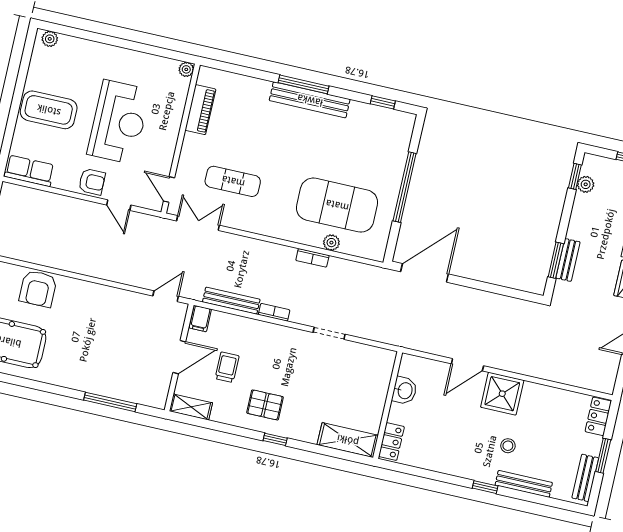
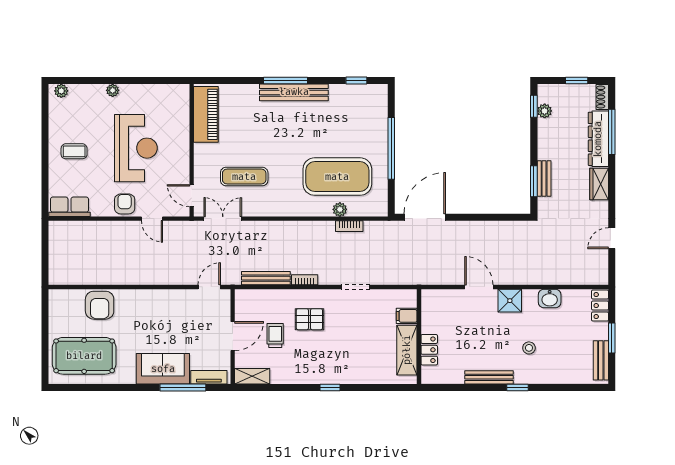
plant: (186, 69) -> (113, 90), moved
coffee table: (49, 110) -> (74, 151), width x0.54, depth x0.58
piano: (200, 110) -> (206, 114), width x1.37, depth x1.33
armchair: (92, 182) -> (125, 204), turned -90
bookcase: (312, 258) -> (349, 226), moved
filing cabinet: (200, 319) -> (407, 316), moved, turned 90
door: (467, 365) -> (479, 287), swing flipped
sofa: (93, 376) -> (163, 369), added
washbasin: (405, 391) -> (550, 298), moved, turned 90
shower: (502, 394) -> (510, 301), width x0.73, depth x0.73
tv unit: (142, 397) -> (209, 377), added
pallet: (265, 405) -> (309, 319), moved
shelving: (348, 440) -> (407, 350), moved, turned 90
locker: (391, 442) -> (429, 350), moved
bench: (524, 484) -> (489, 377), moved

